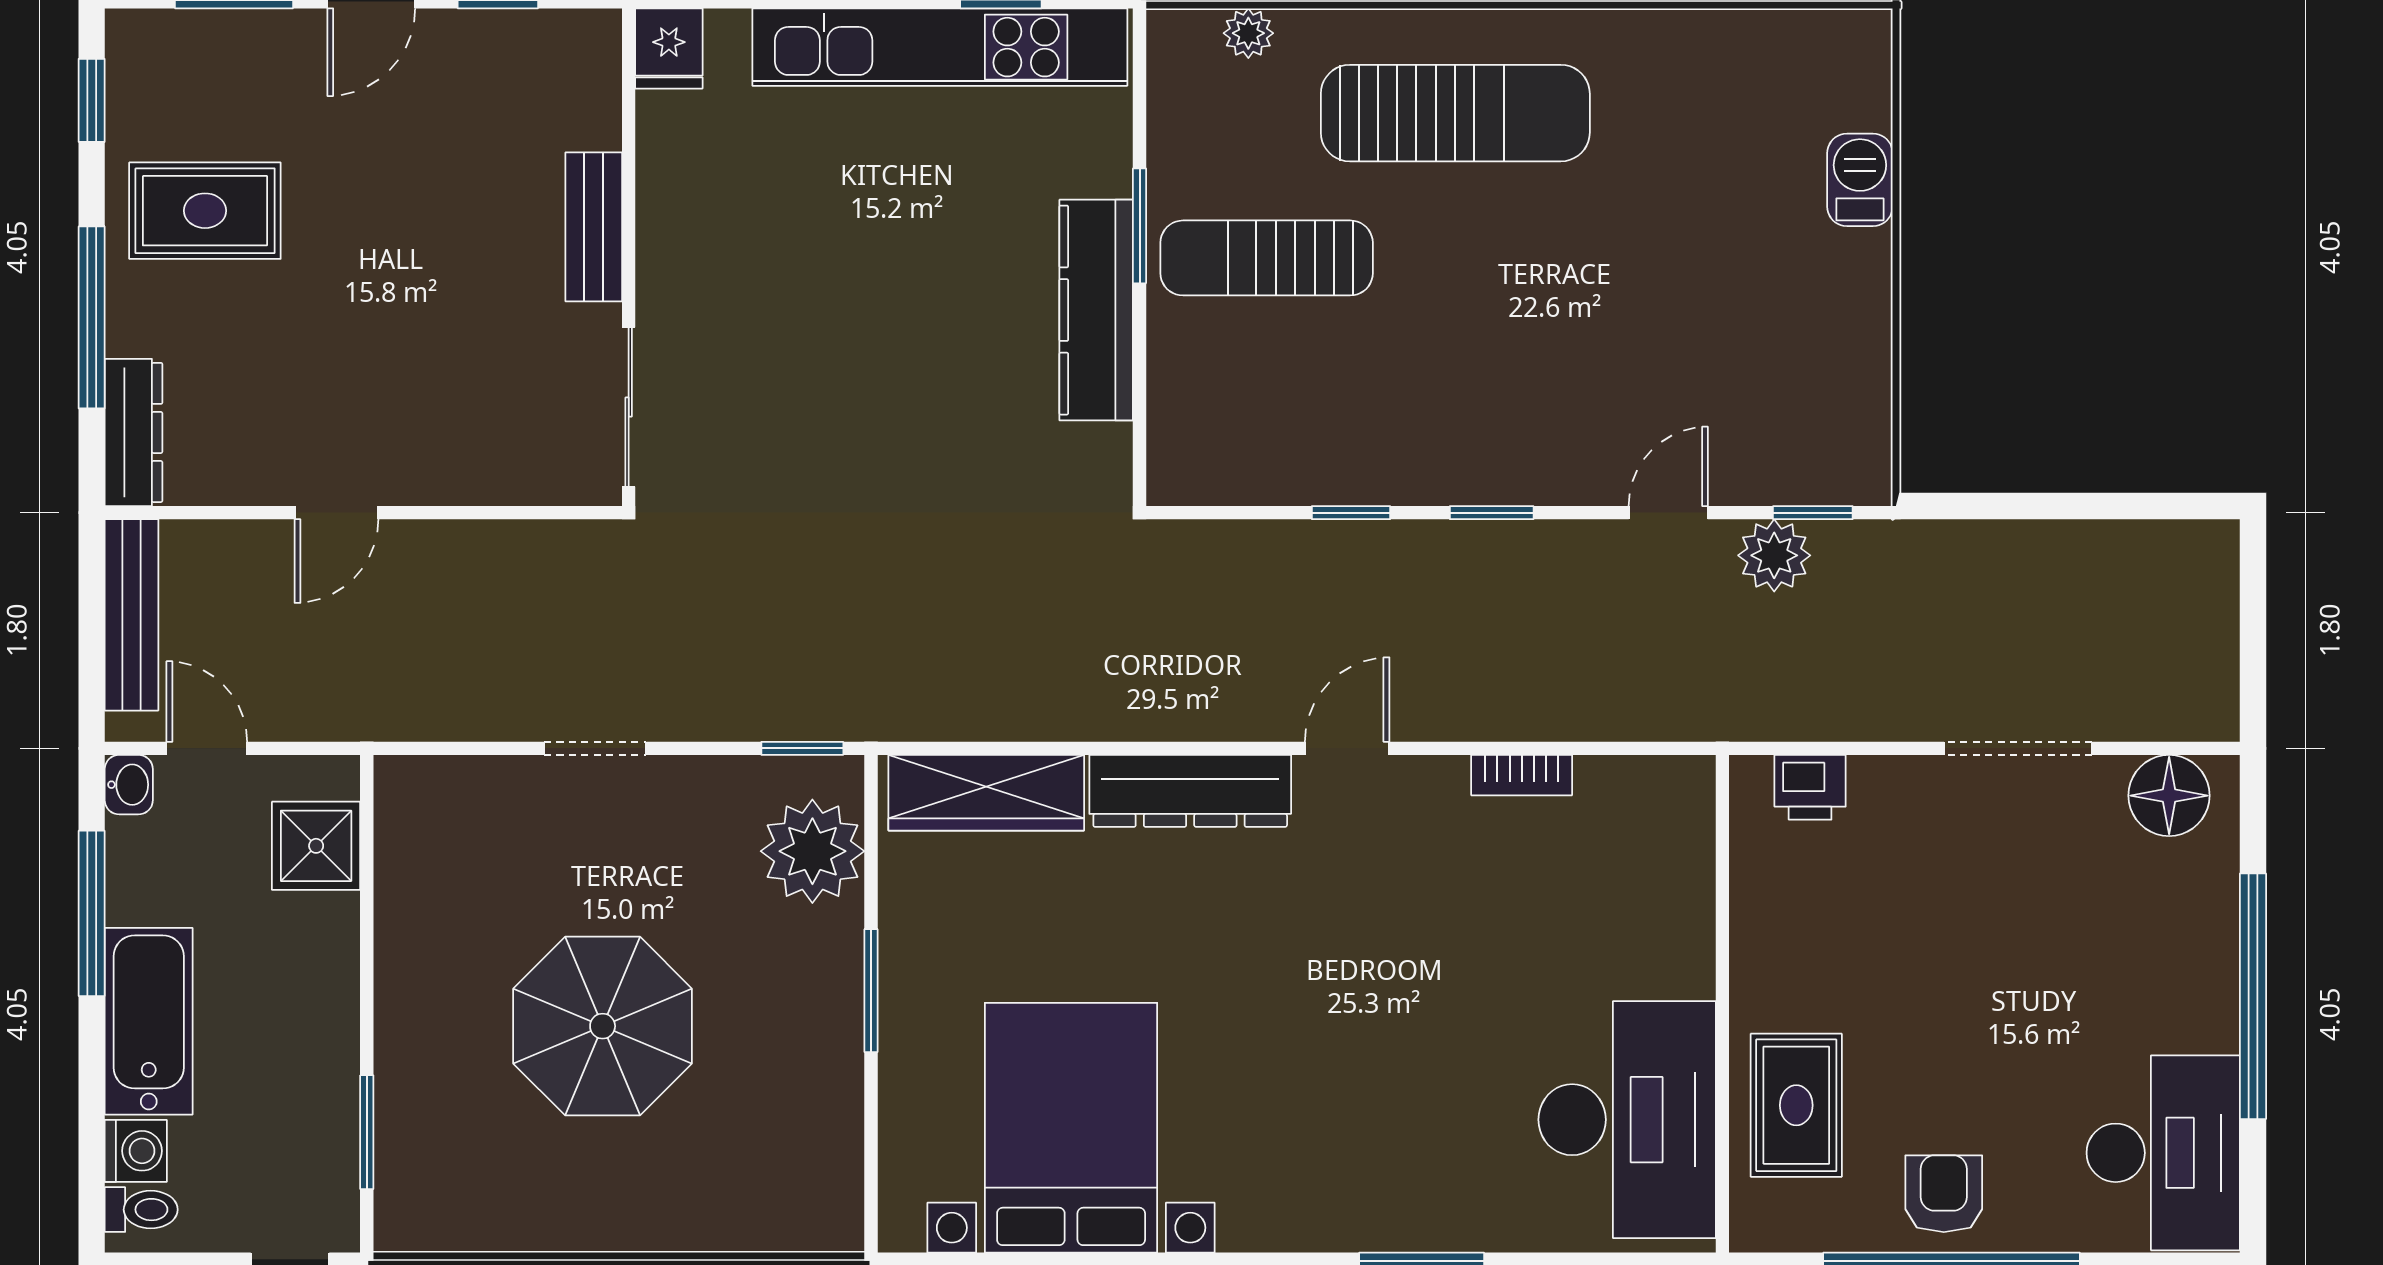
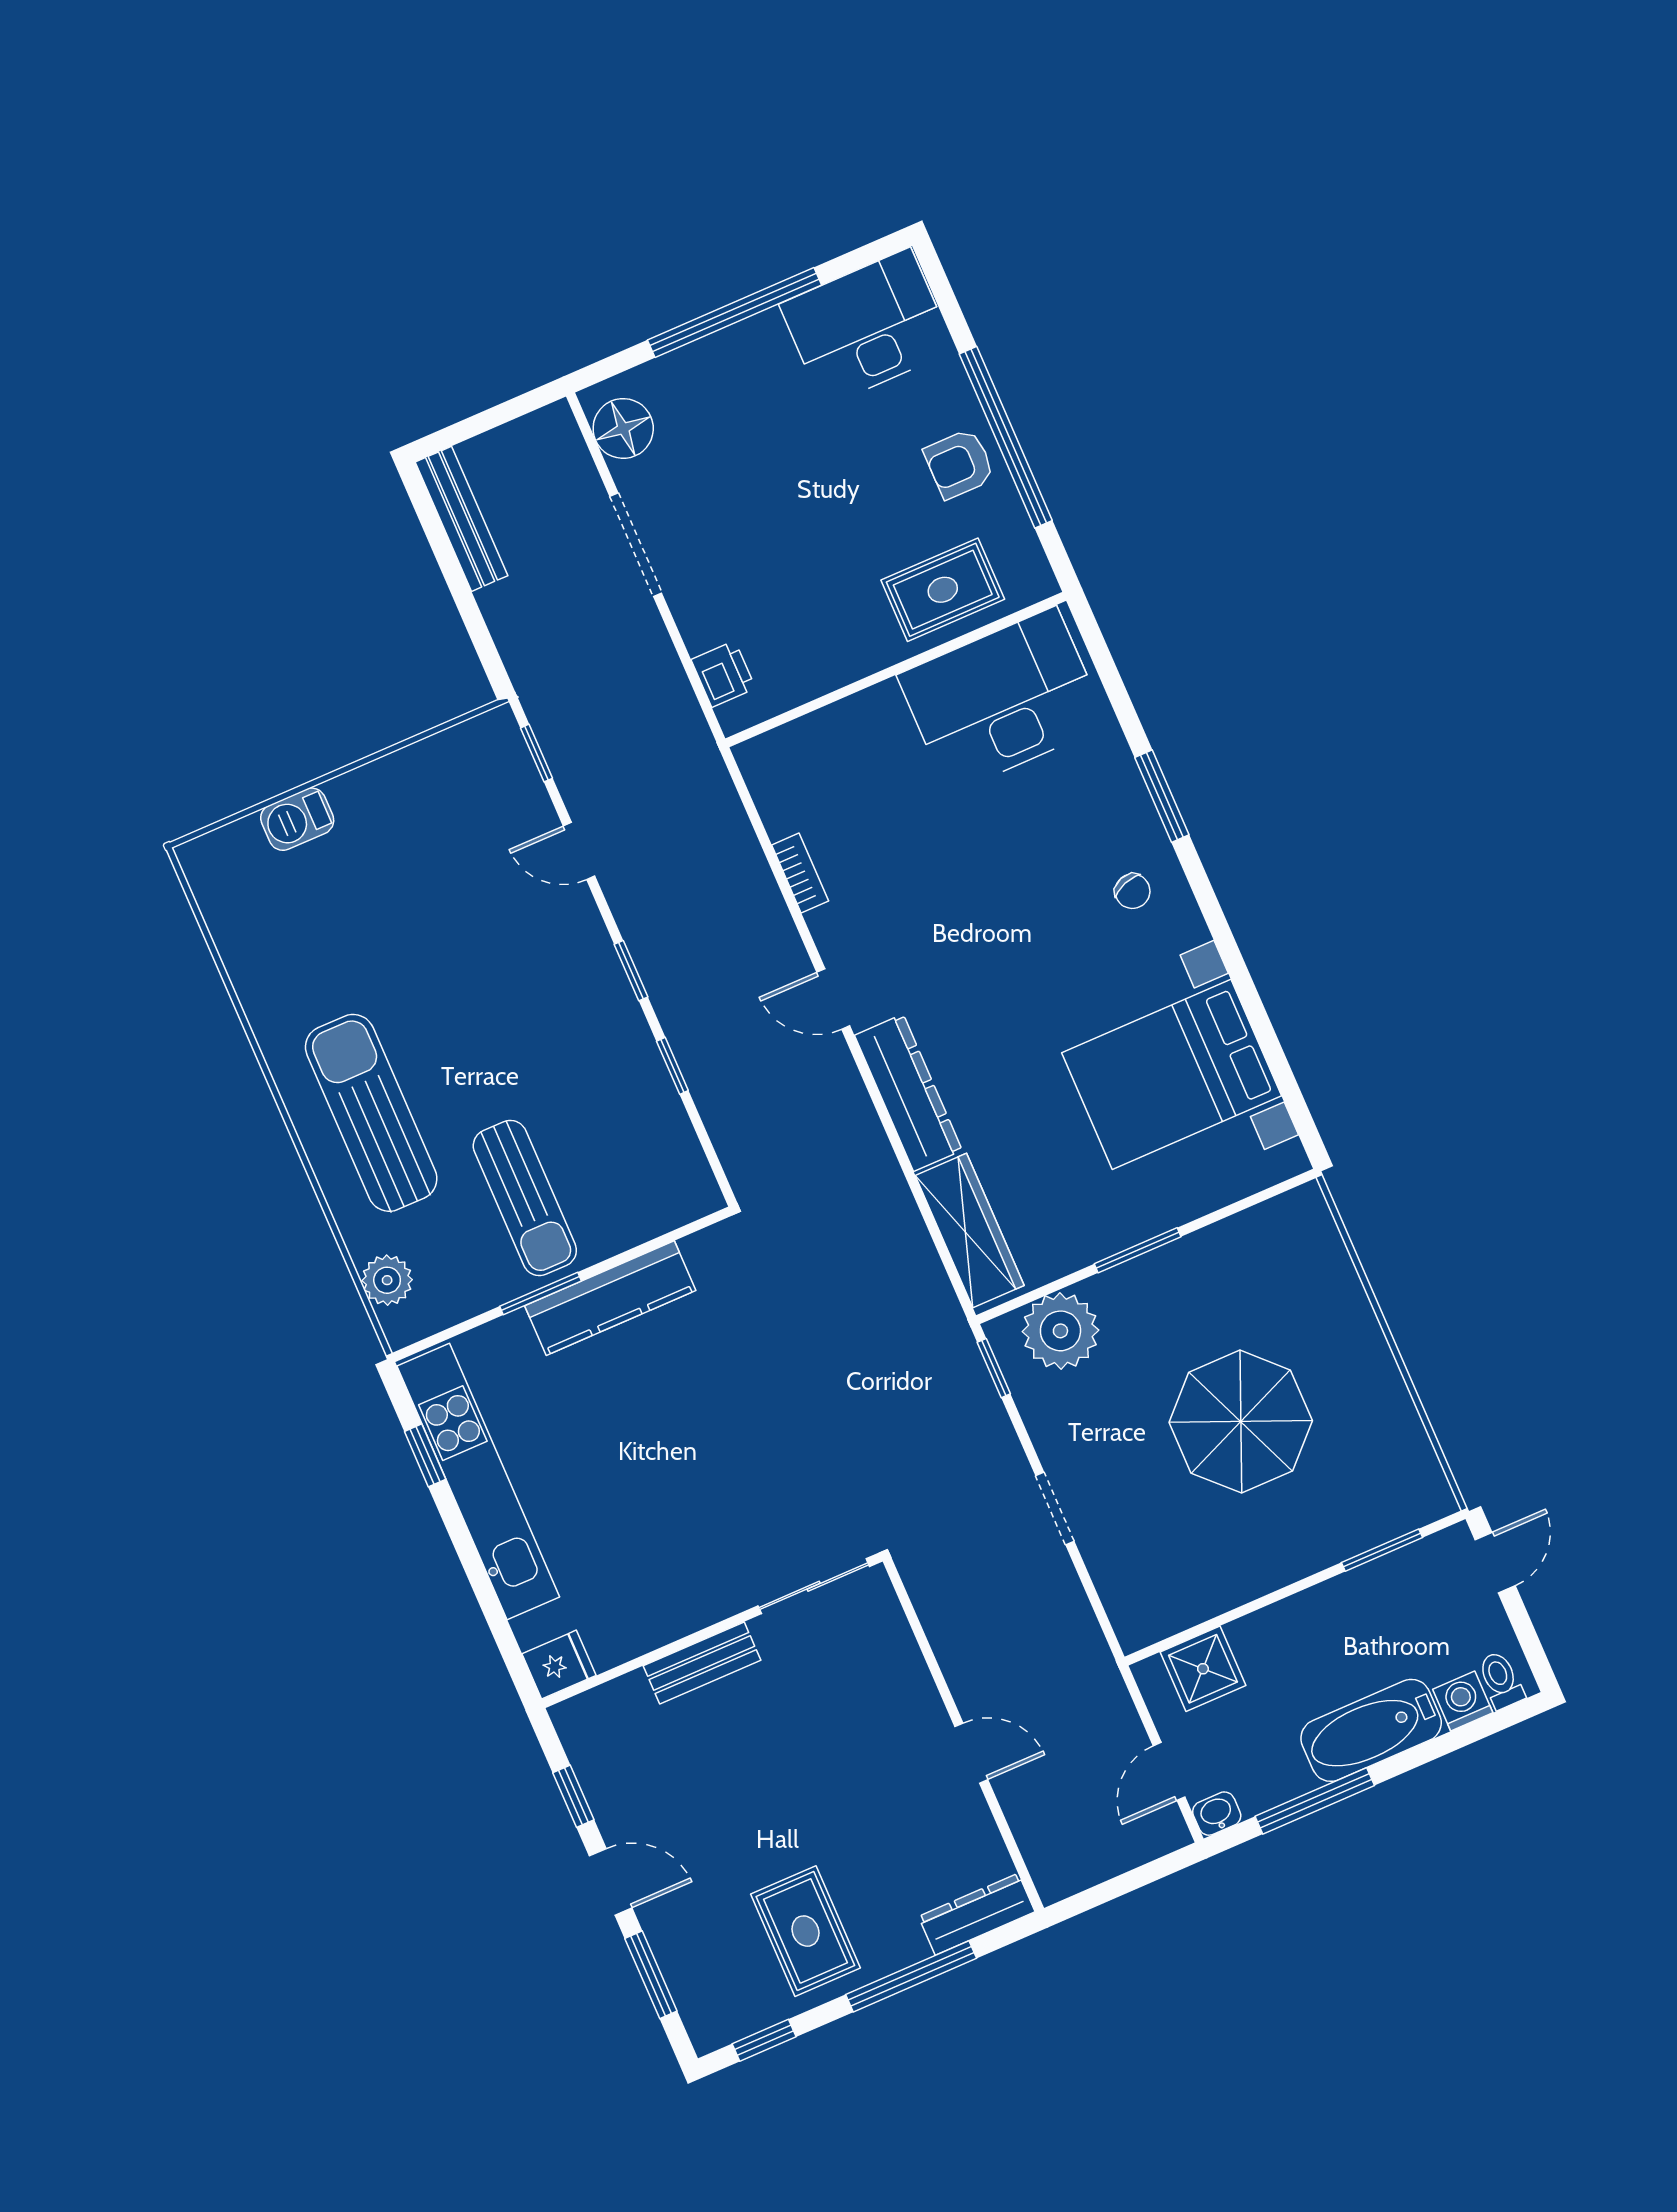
plant: (1248, 33) -> (387, 1280), width x1.38, depth x1.38
plant: (1774, 555) -> (577, 767), removed
bench: (132, 615) -> (461, 519), moved, turned 90
chair: (1319, 1178) -> (1133, 891), added

